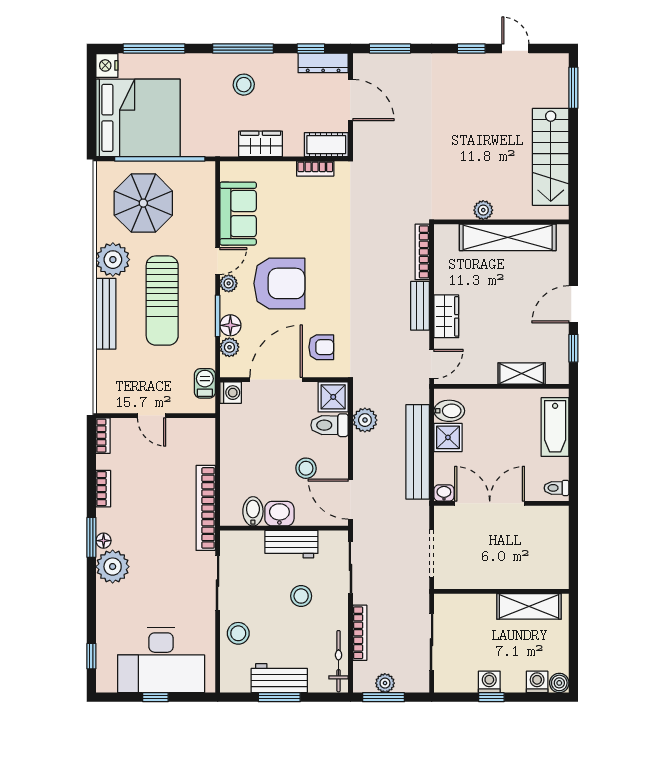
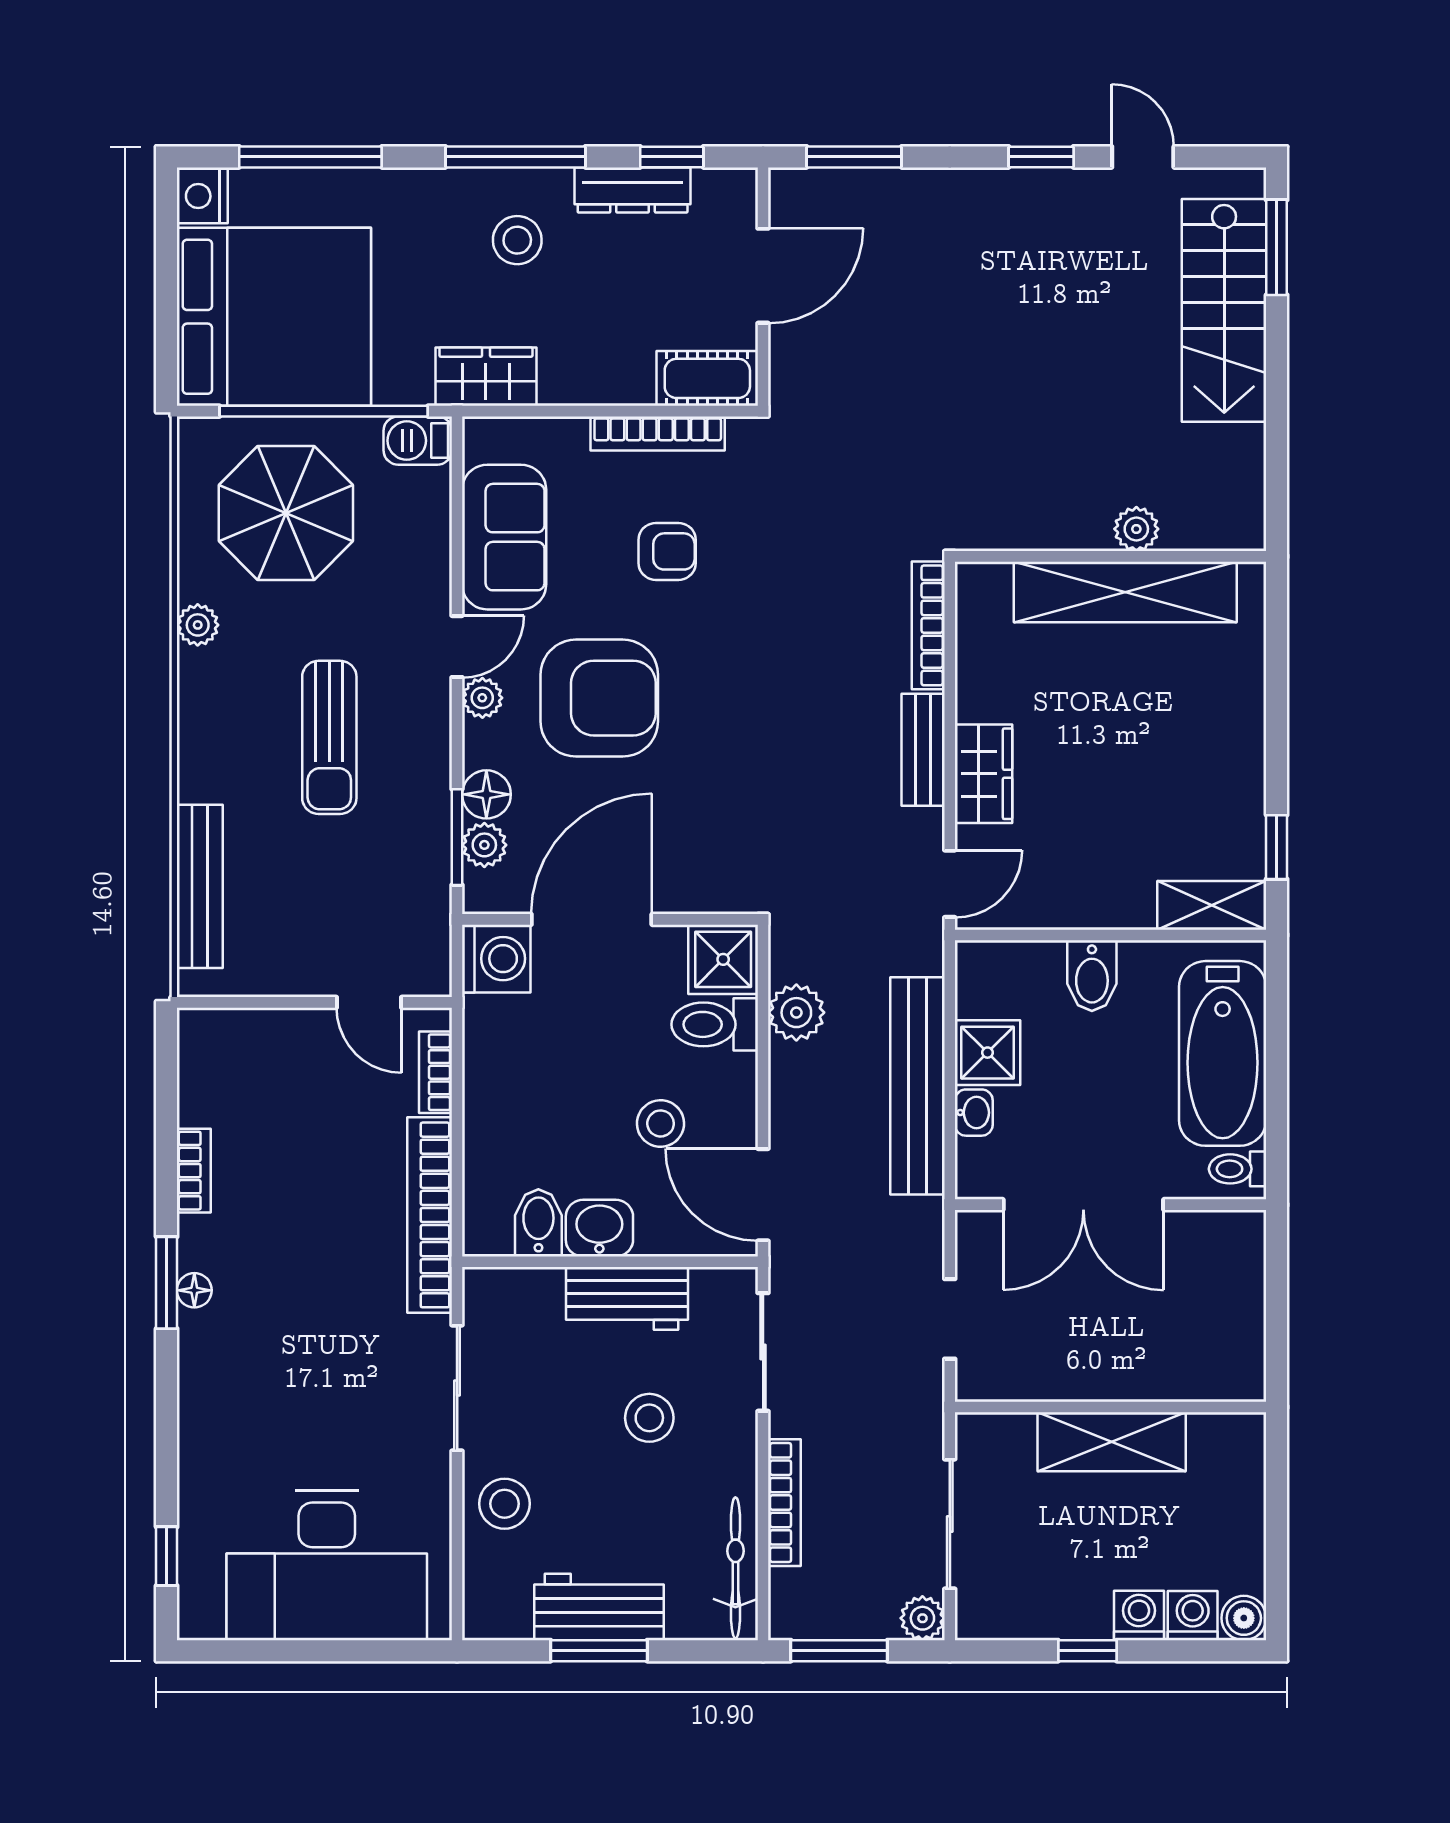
dresser: (323, 63) -> (633, 190), moved
door: (350, 100) -> (763, 276), hinge flipped
wardrobe: (261, 144) -> (486, 377), moved
stairs: (551, 157) -> (1224, 310), moved
bookcase: (315, 169) -> (658, 433), width x1.56
plant: (483, 210) -> (1136, 529), moved
plant: (113, 260) -> (198, 625), width x0.53, depth x0.53
sun lounger: (162, 301) -> (329, 737), width x0.73, depth x0.75
door: (573, 304) -> (1277, 746), removed
bench: (106, 314) -> (200, 886), moved
window: (218, 316) -> (457, 837), moved
armchair: (321, 347) -> (667, 551), moved
shelving: (522, 373) -> (1212, 905), moved
barbecue: (205, 383) -> (418, 441), moved, turned -90
washing machine: (231, 393) -> (496, 959), width x1.38, depth x1.38
bidet: (449, 411) -> (1092, 976), moved, turned 90
door: (152, 416) -> (369, 1002), moved
bathtub: (555, 427) -> (1223, 1053), width x1.36, depth x1.36
bookcase: (103, 436) -> (436, 1072), moved, turned 180
washbasin: (444, 493) -> (974, 1113), moved, turned 90
double door: (490, 503) -> (1083, 1205), swing flipped
doorway: (432, 553) -> (950, 1319), width x0.73
plant: (113, 567) -> (215, 1350), removed
shelving: (529, 606) -> (1112, 1442), moved
washing machine: (489, 682) -> (1139, 1615), moved
plant: (385, 683) -> (922, 1618), moved
window: (155, 697) -> (314, 1651), removed

